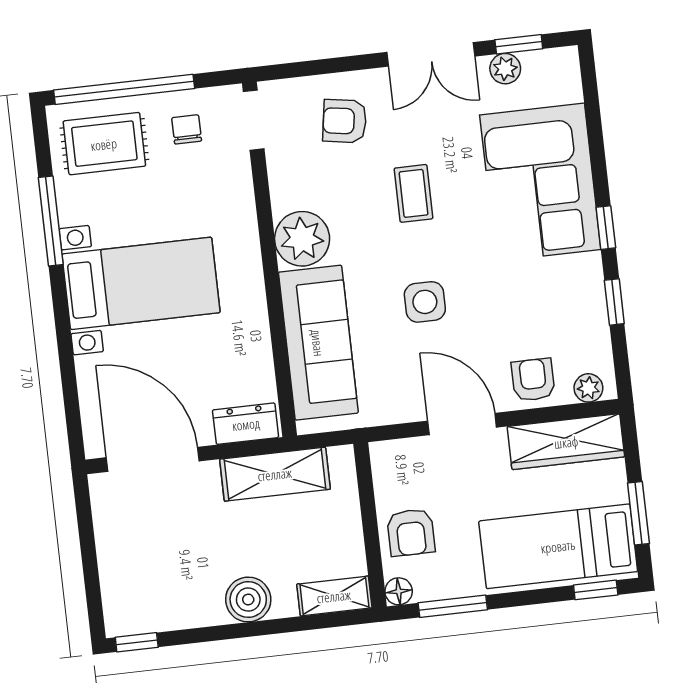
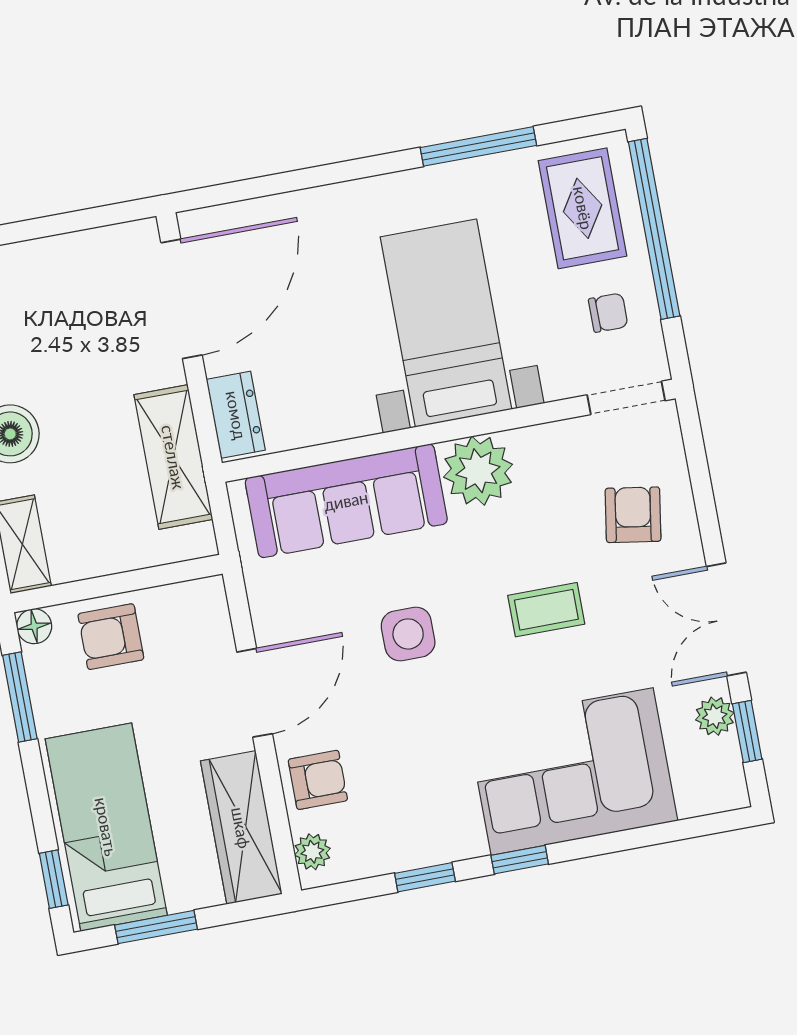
bed with nightstands: (141, 283) -> (446, 323), moved, turned 180

